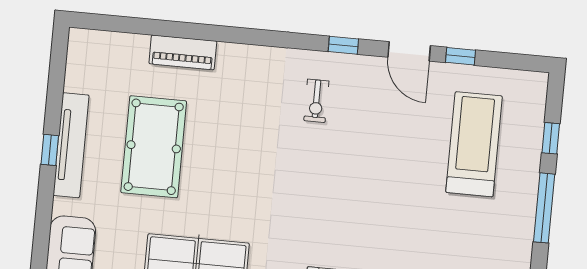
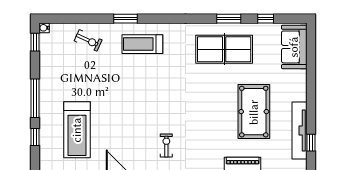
tv unit: (71, 145) -> (299, 131), moved
window: (50, 150) -> (311, 143), moved

